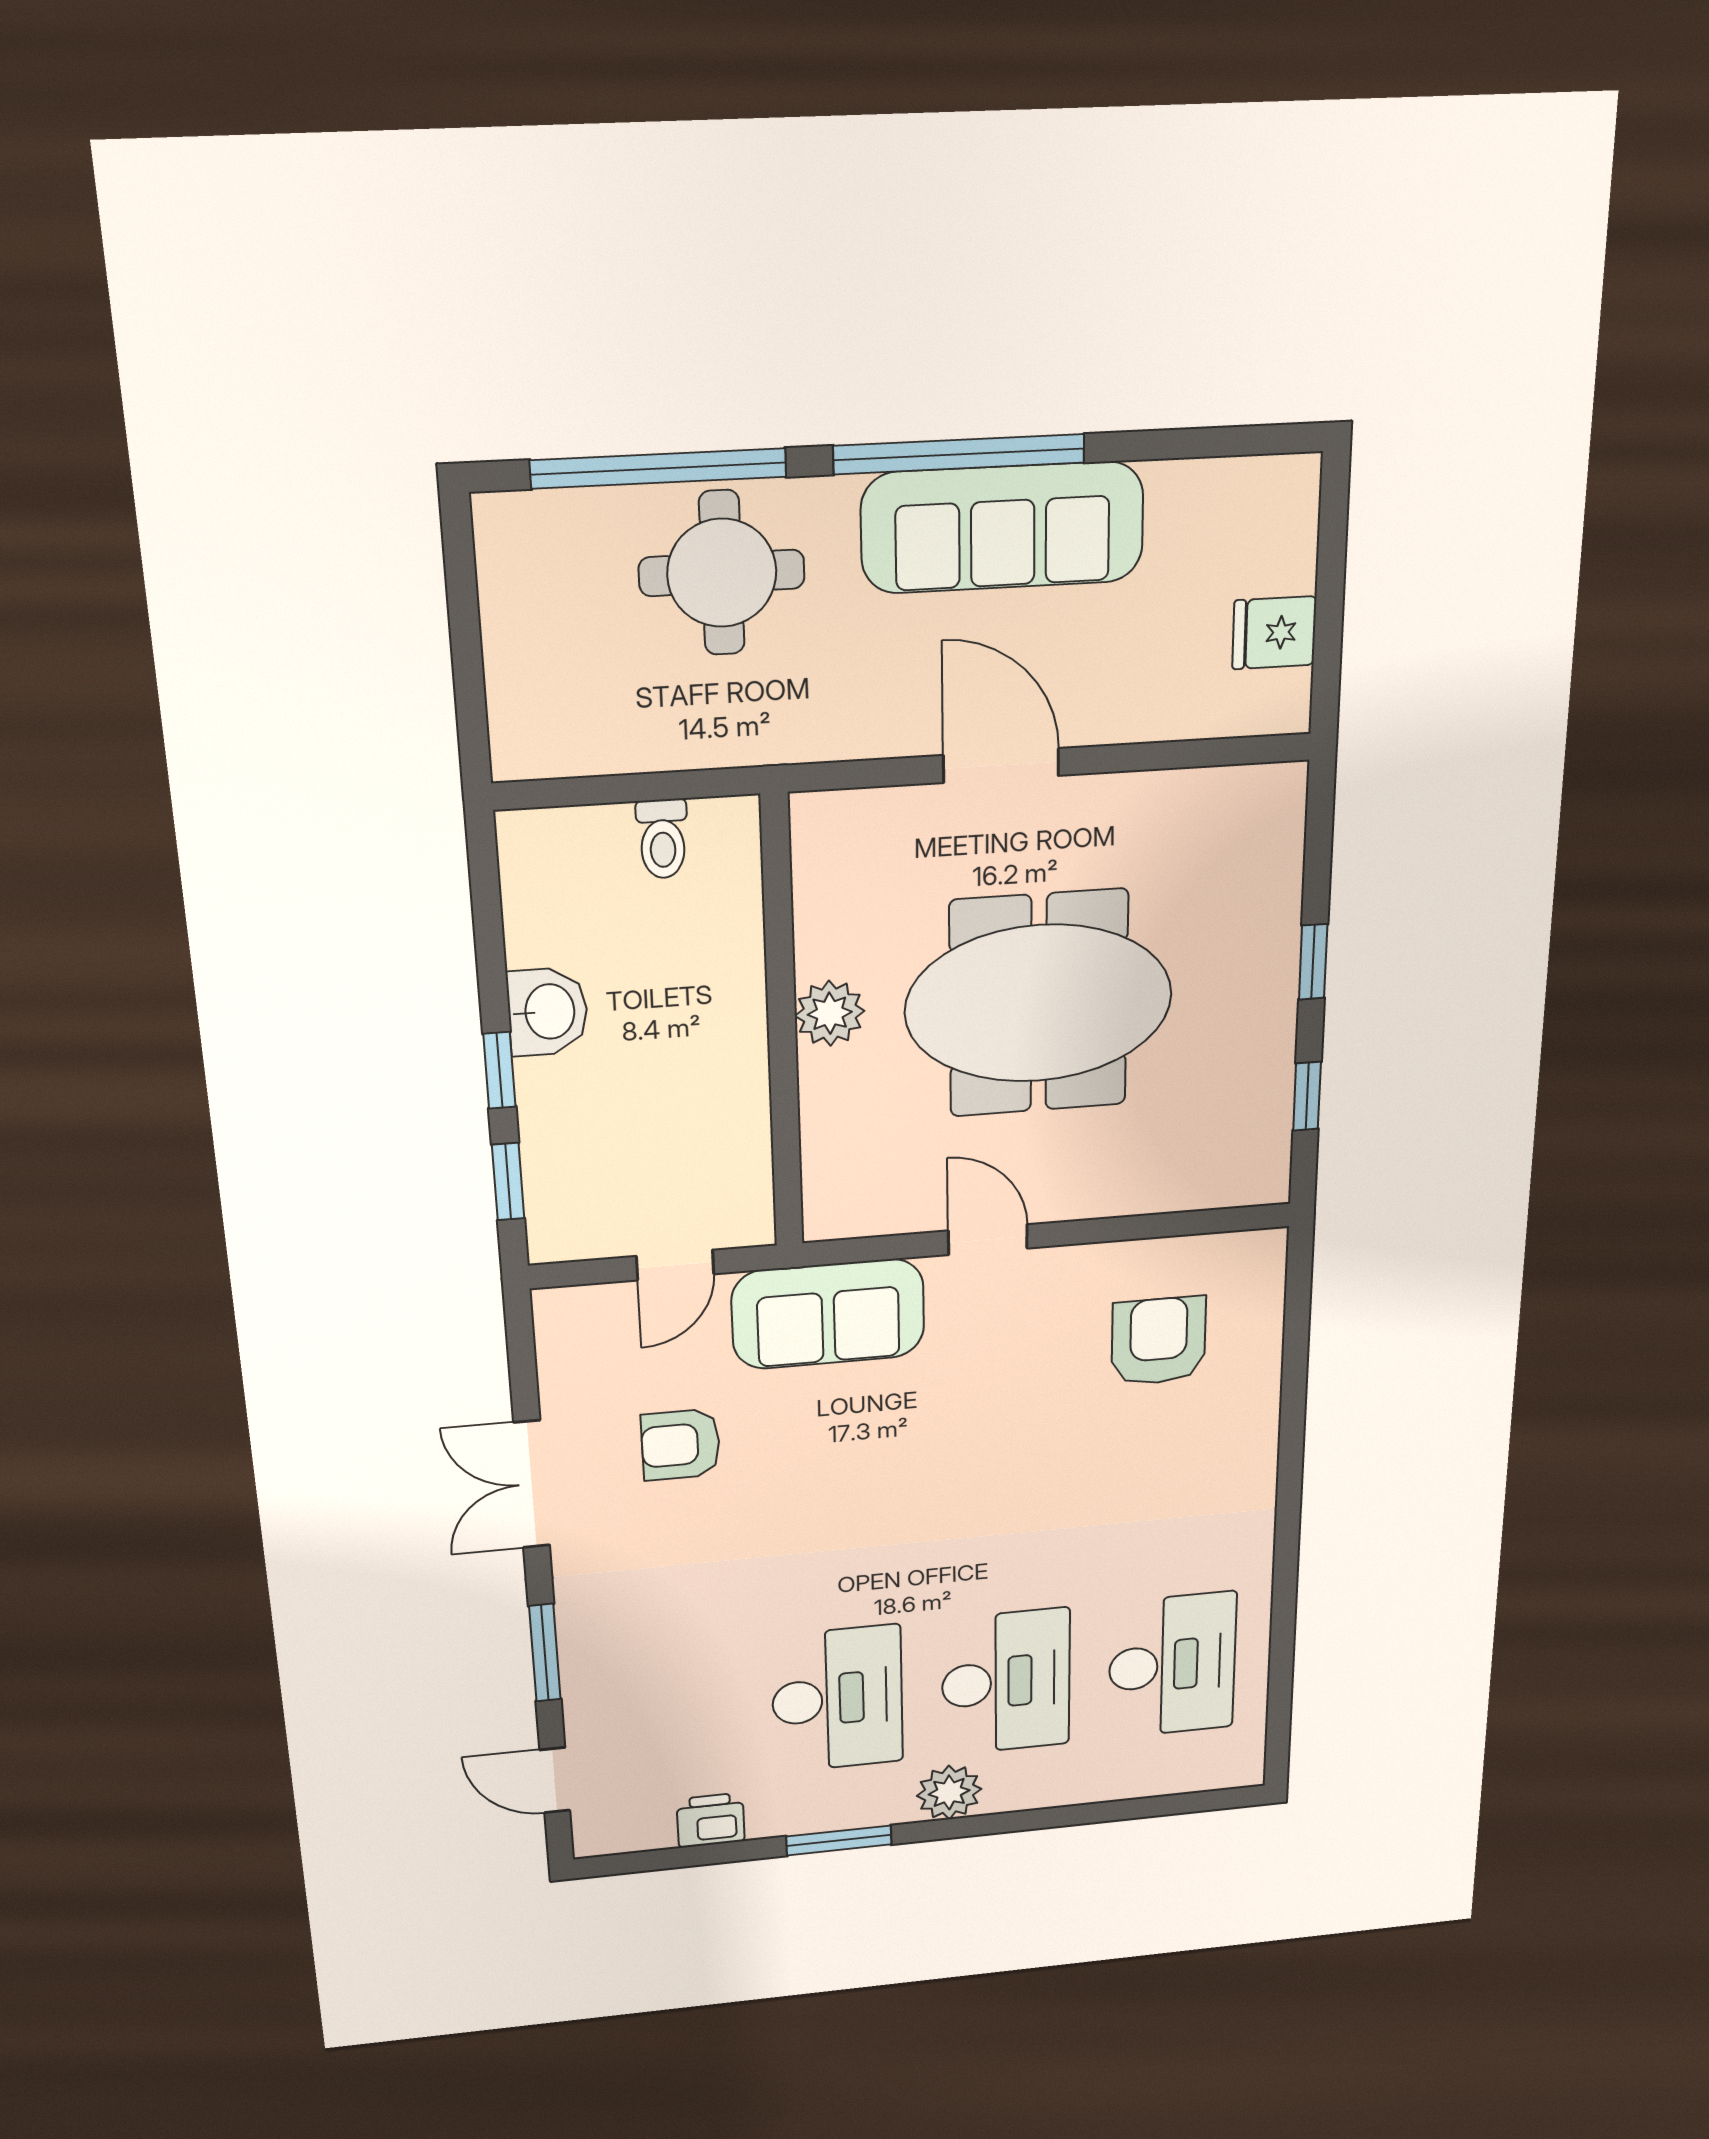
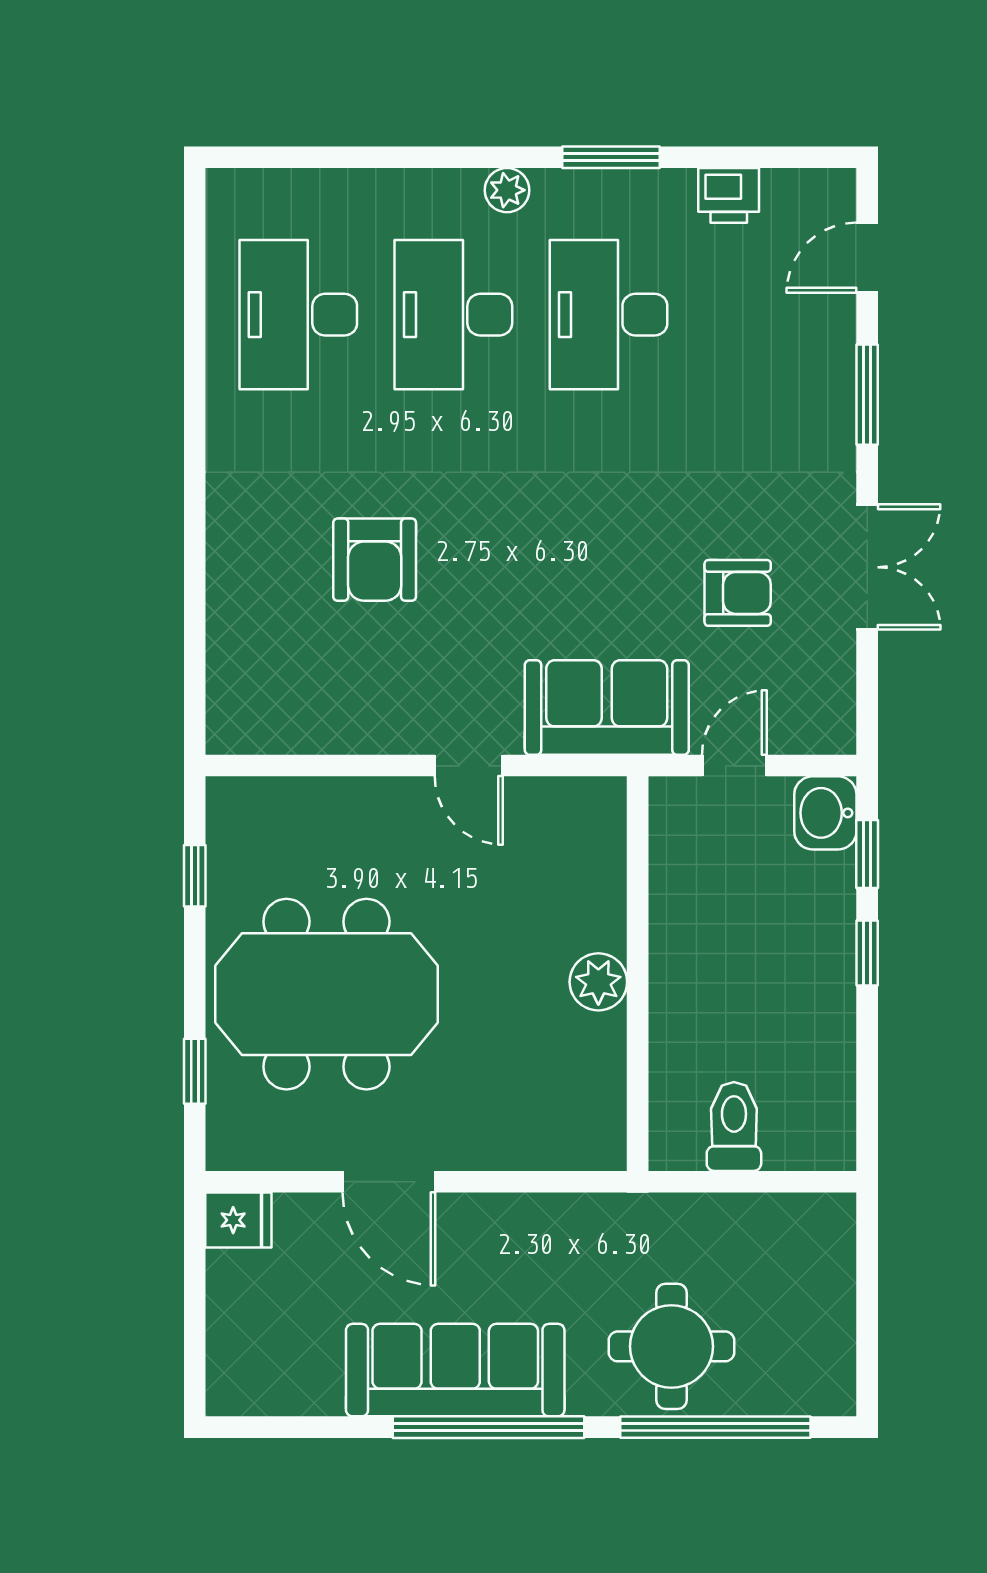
fridge: (1274, 633) -> (238, 1220), moved
door: (1001, 766) -> (389, 1182), moved
toilet: (663, 839) -> (734, 1126), width x1.37, depth x1.39
window: (1313, 962) -> (195, 1071), moved
meeting table: (1039, 1003) -> (326, 994), moved
washbasin: (548, 1012) -> (825, 813), moved
armchair: (1159, 1341) -> (375, 560), moved
door: (555, 1780) -> (867, 258), swing flipped
plant: (949, 1792) -> (507, 190), width x0.73, depth x0.73

